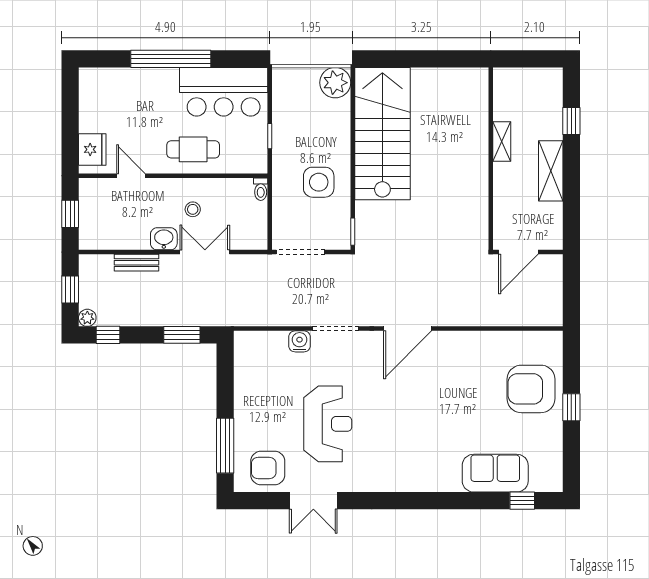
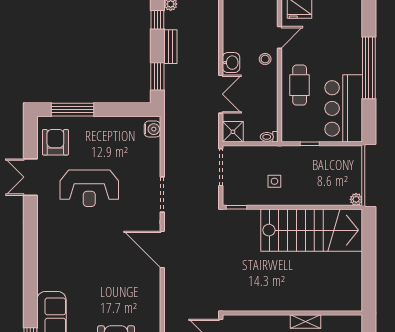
plant: (335, 83) -> (356, 199), width x0.53, depth x0.53
side table: (319, 182) -> (274, 181), width x0.54, depth x0.54
stool: (193, 209) -> (265, 59), moved
shower: (254, 236) -> (233, 132), added
bench: (136, 263) -> (170, 47), moved
water cooler: (300, 341) -> (152, 129), moved

